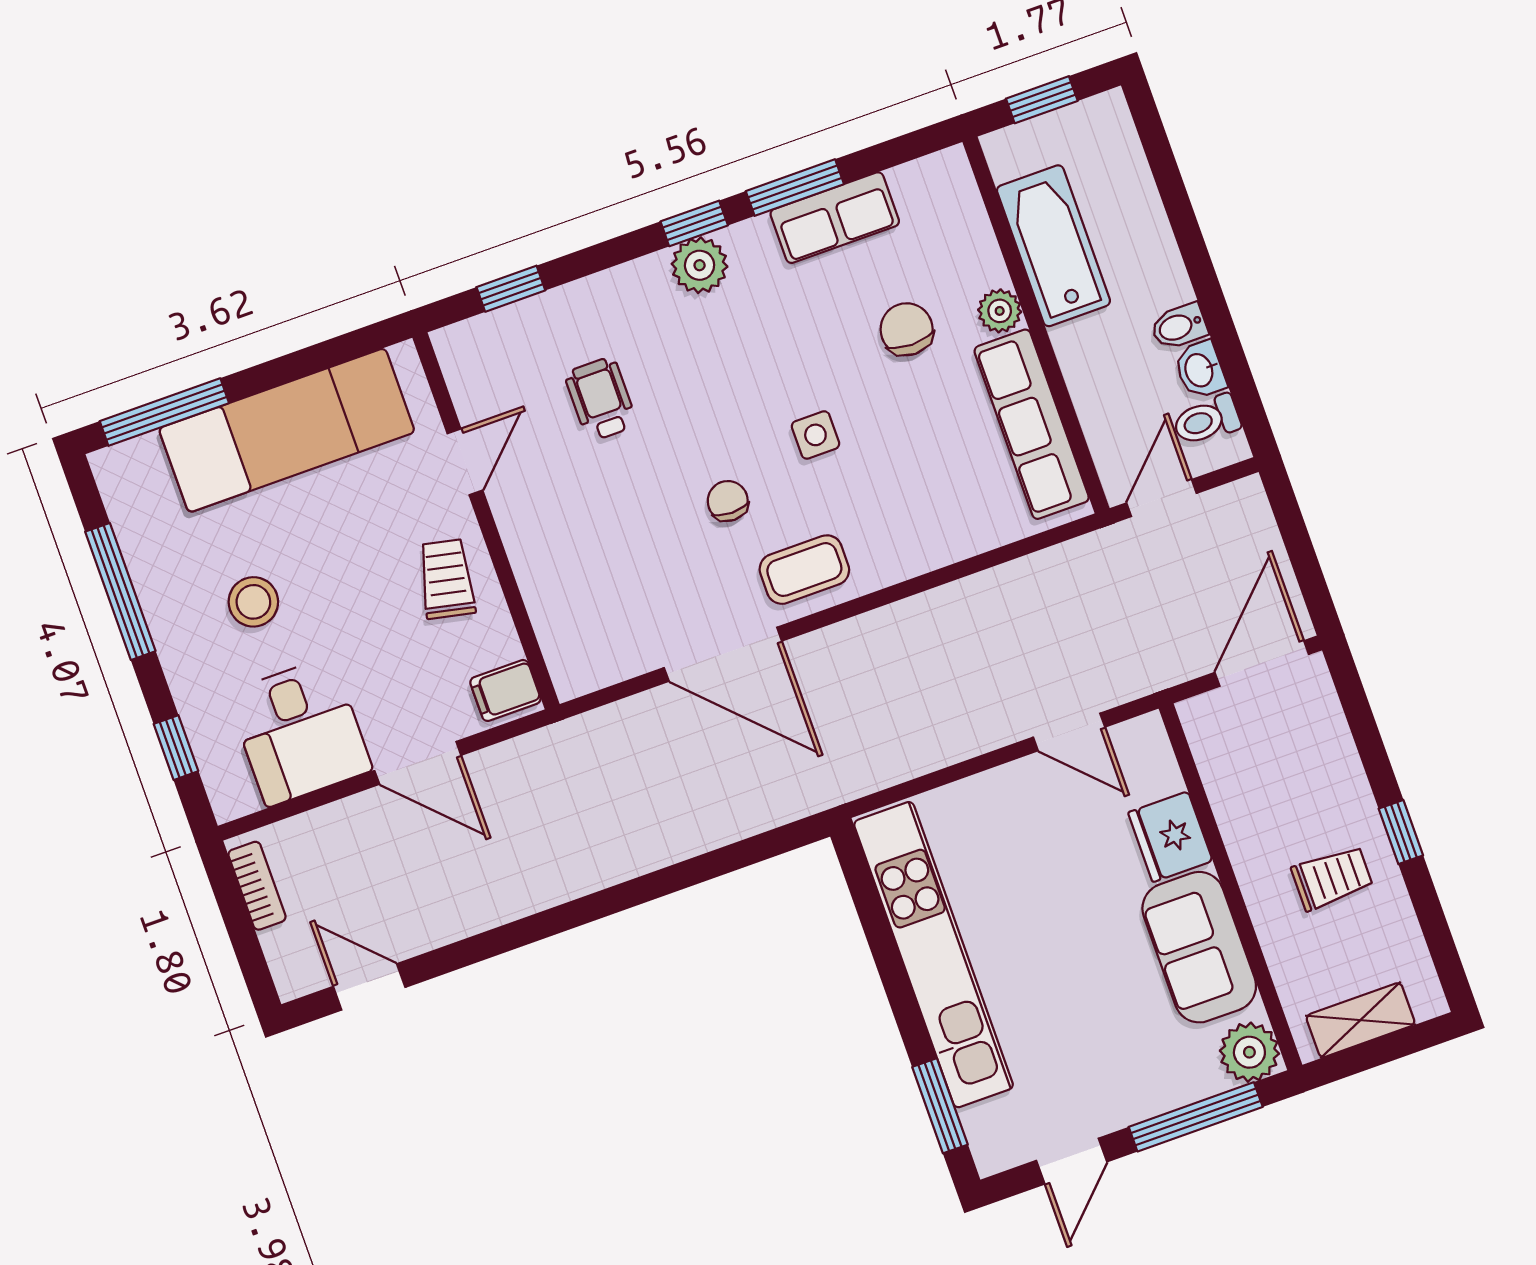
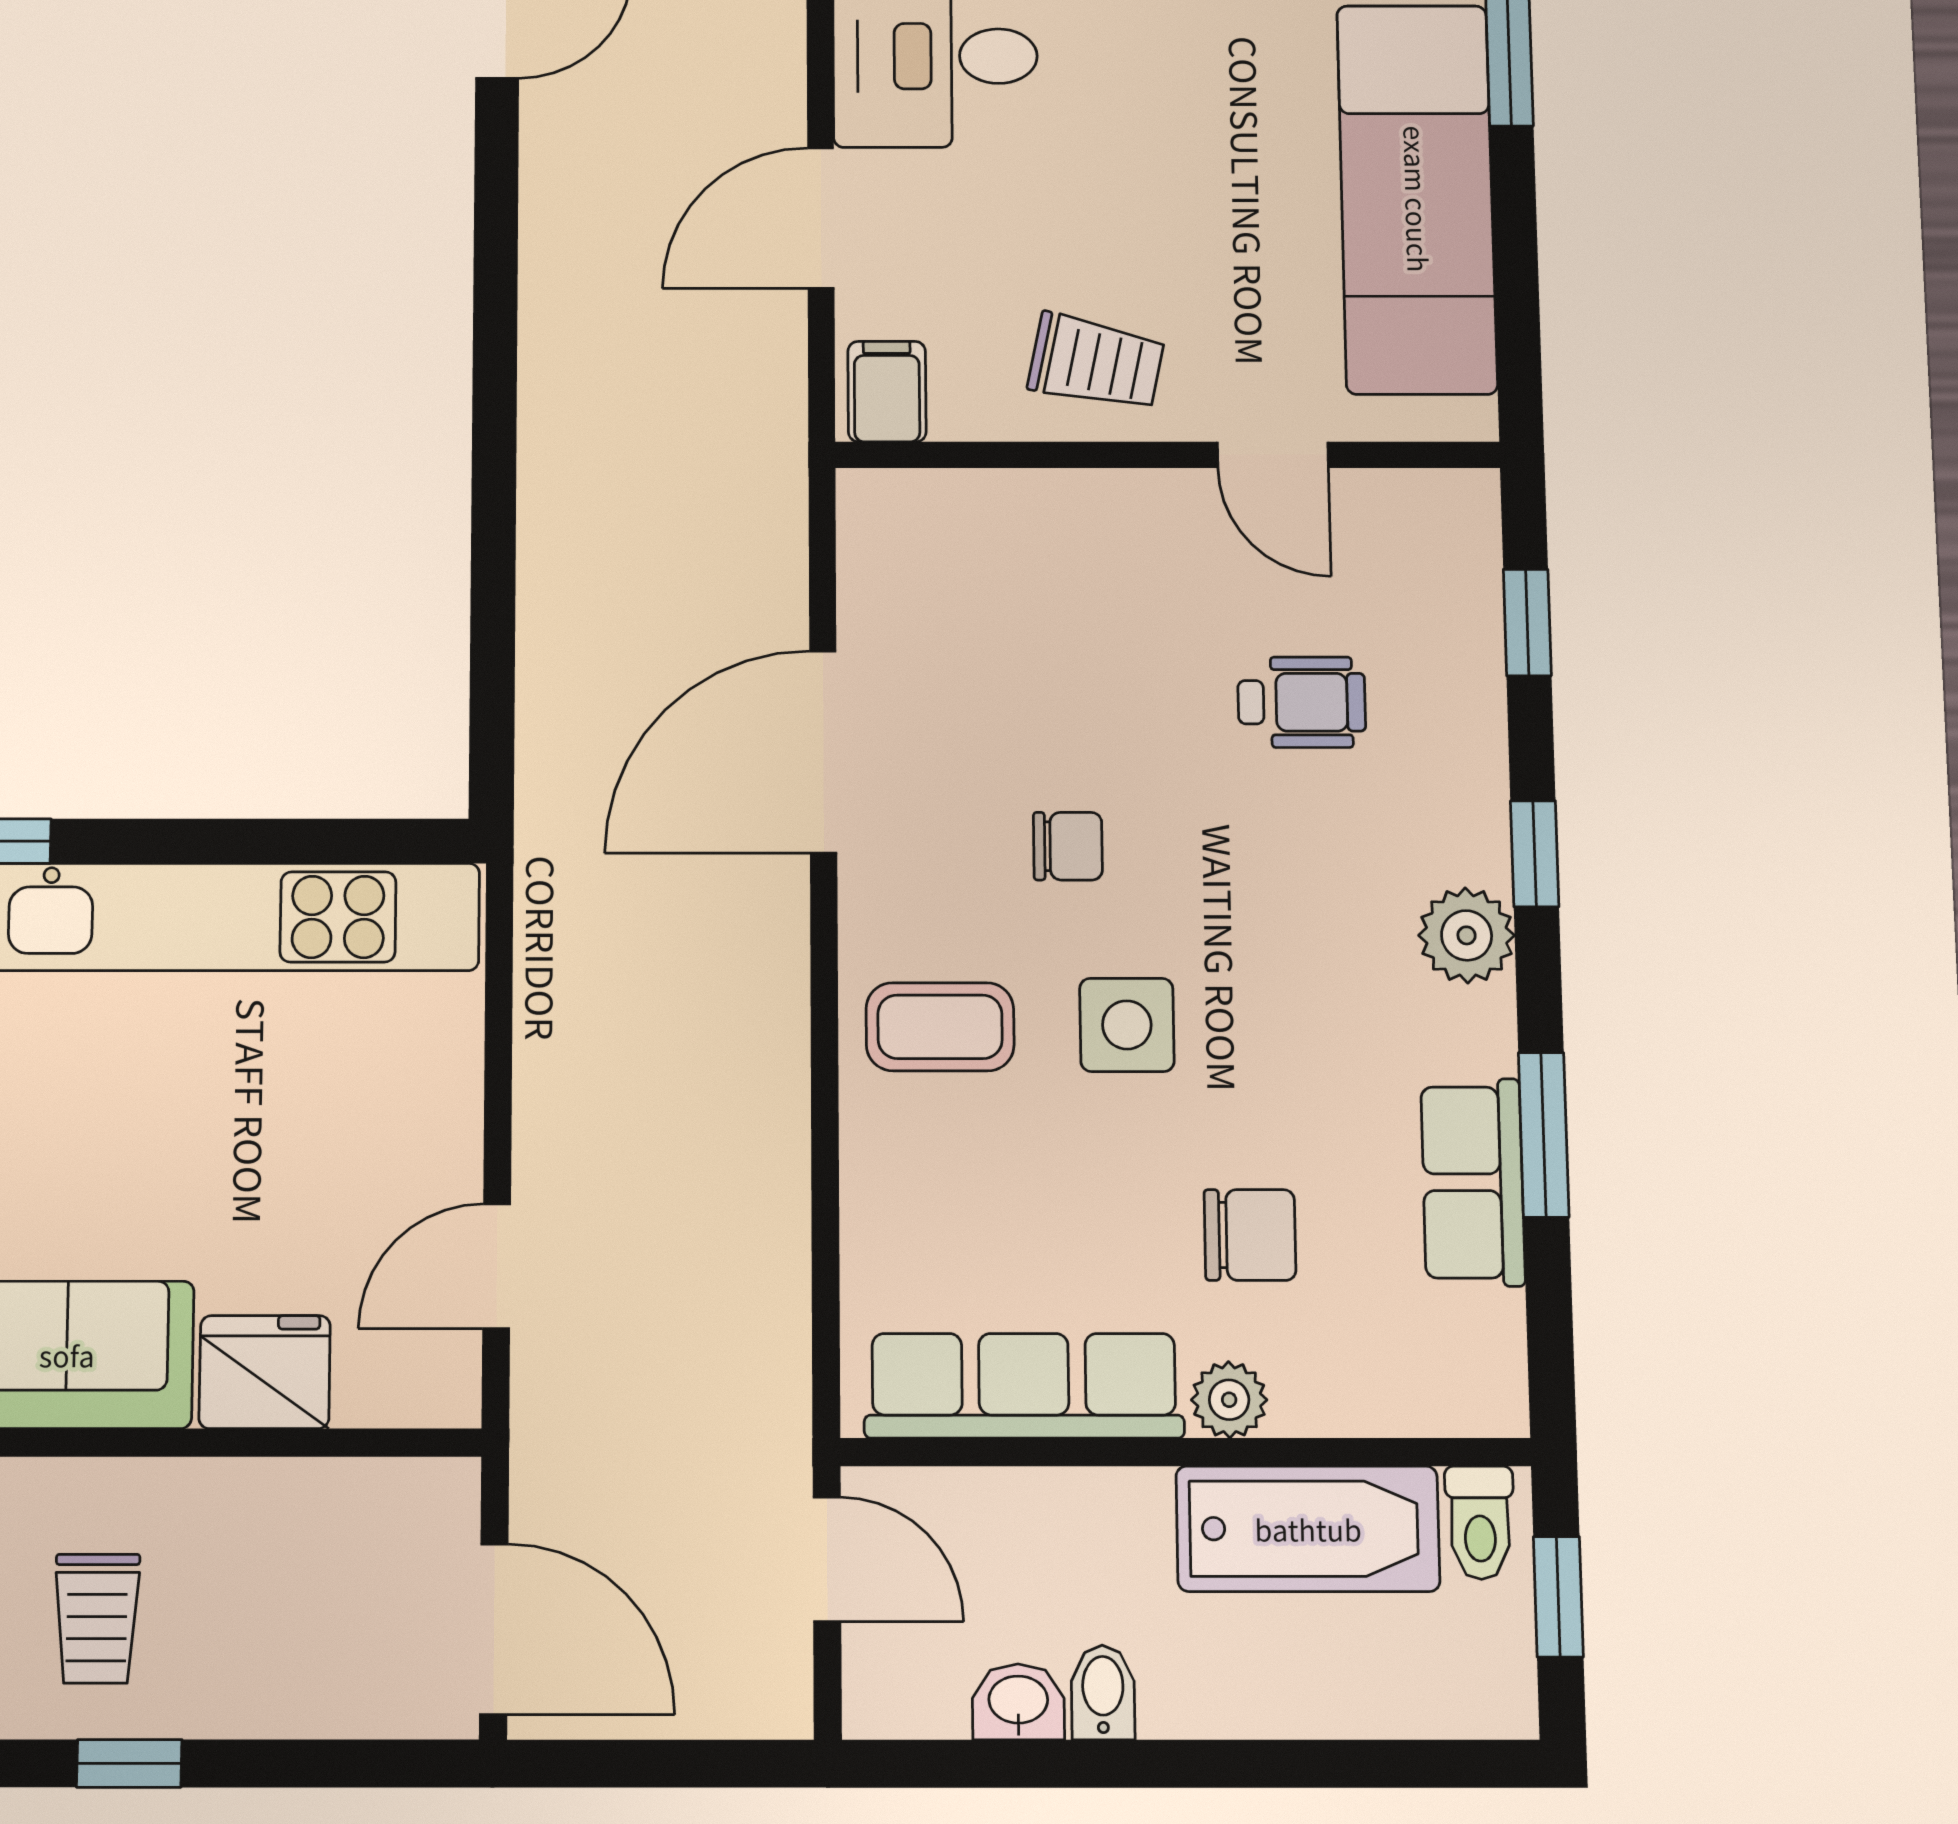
window: (694, 223) -> (1535, 854), moved
toilet: (1207, 420) -> (1480, 1523), moved, turned 180
side table: (815, 435) -> (1127, 1025), width x1.37, depth x1.37
coffee table: (804, 570) -> (940, 1027), moved, turned 90
stool: (253, 602) -> (1163, 56), removed

